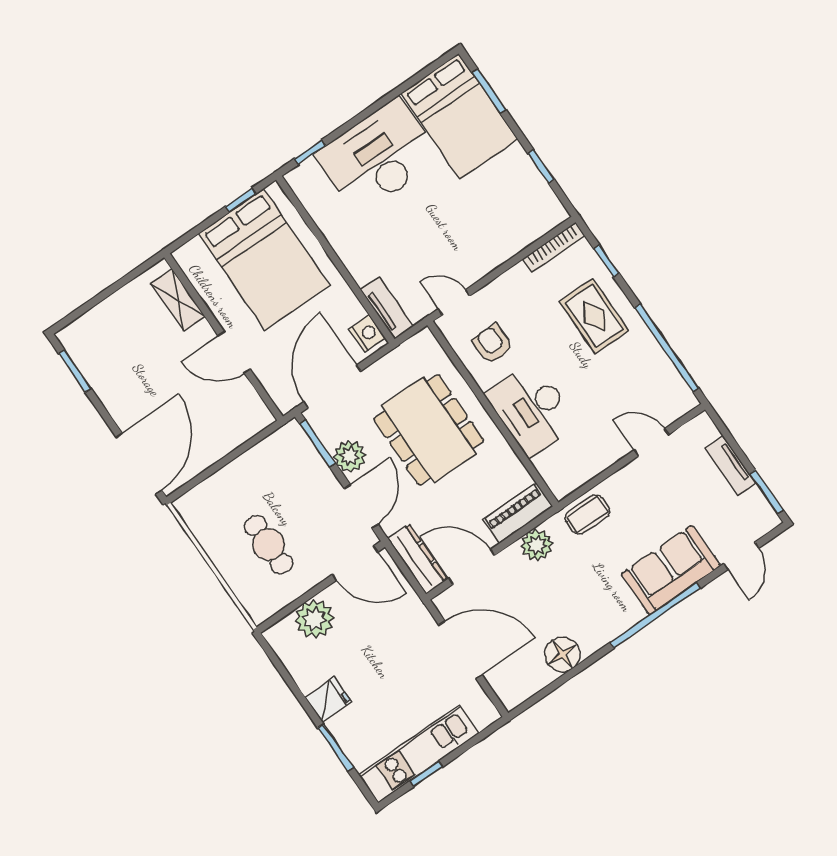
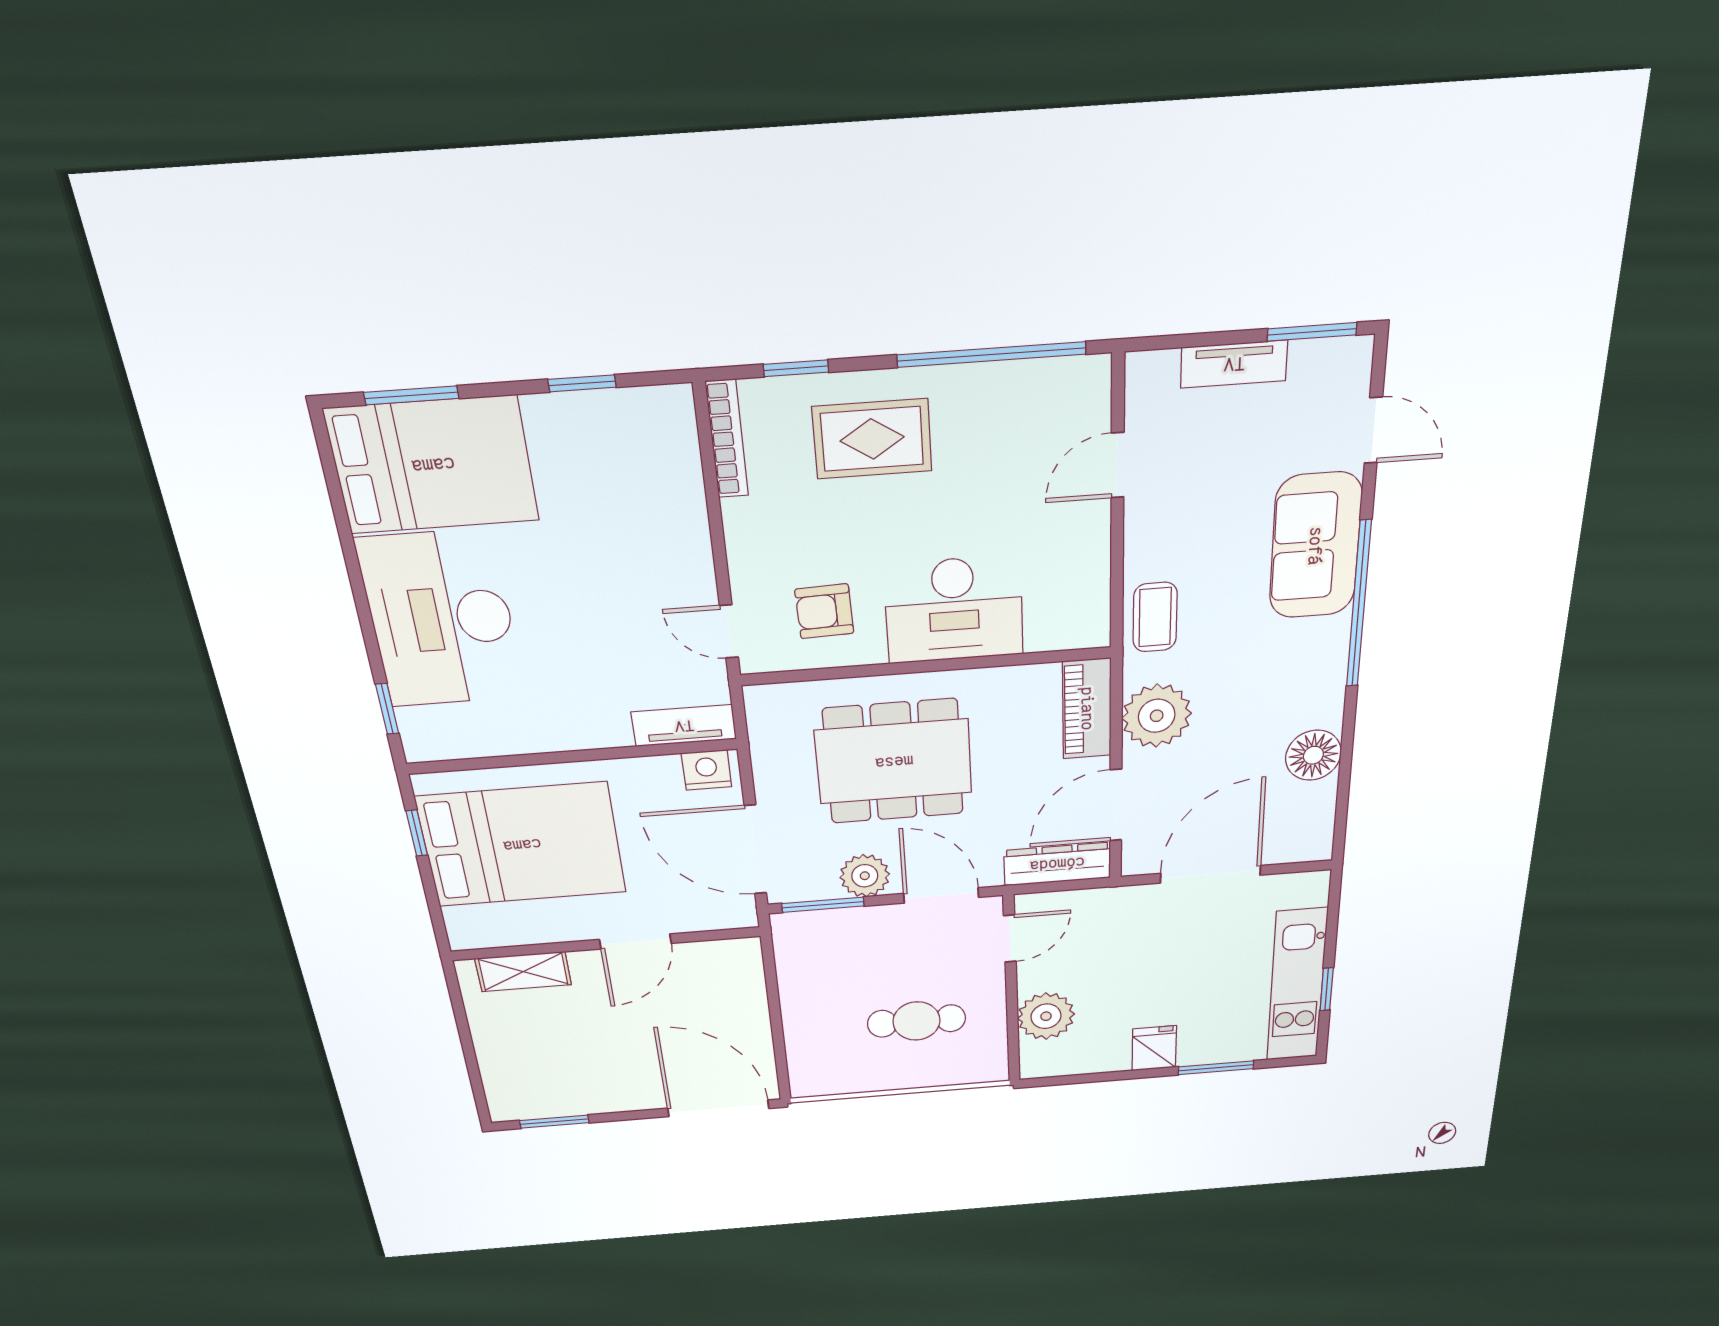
door: (454, 302) -> (729, 631), hinge flipped
plant: (537, 545) -> (1157, 716), width x1.36, depth x1.36
door: (355, 563) -> (1010, 939), width x0.73

